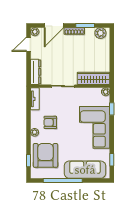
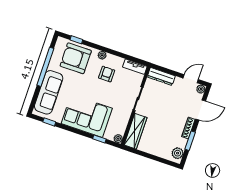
door: (54, 26) -> (201, 110), swing flipped
door: (28, 44) -> (191, 79), hinge flipped
armchair: (46, 155) -> (76, 58), turned 180

